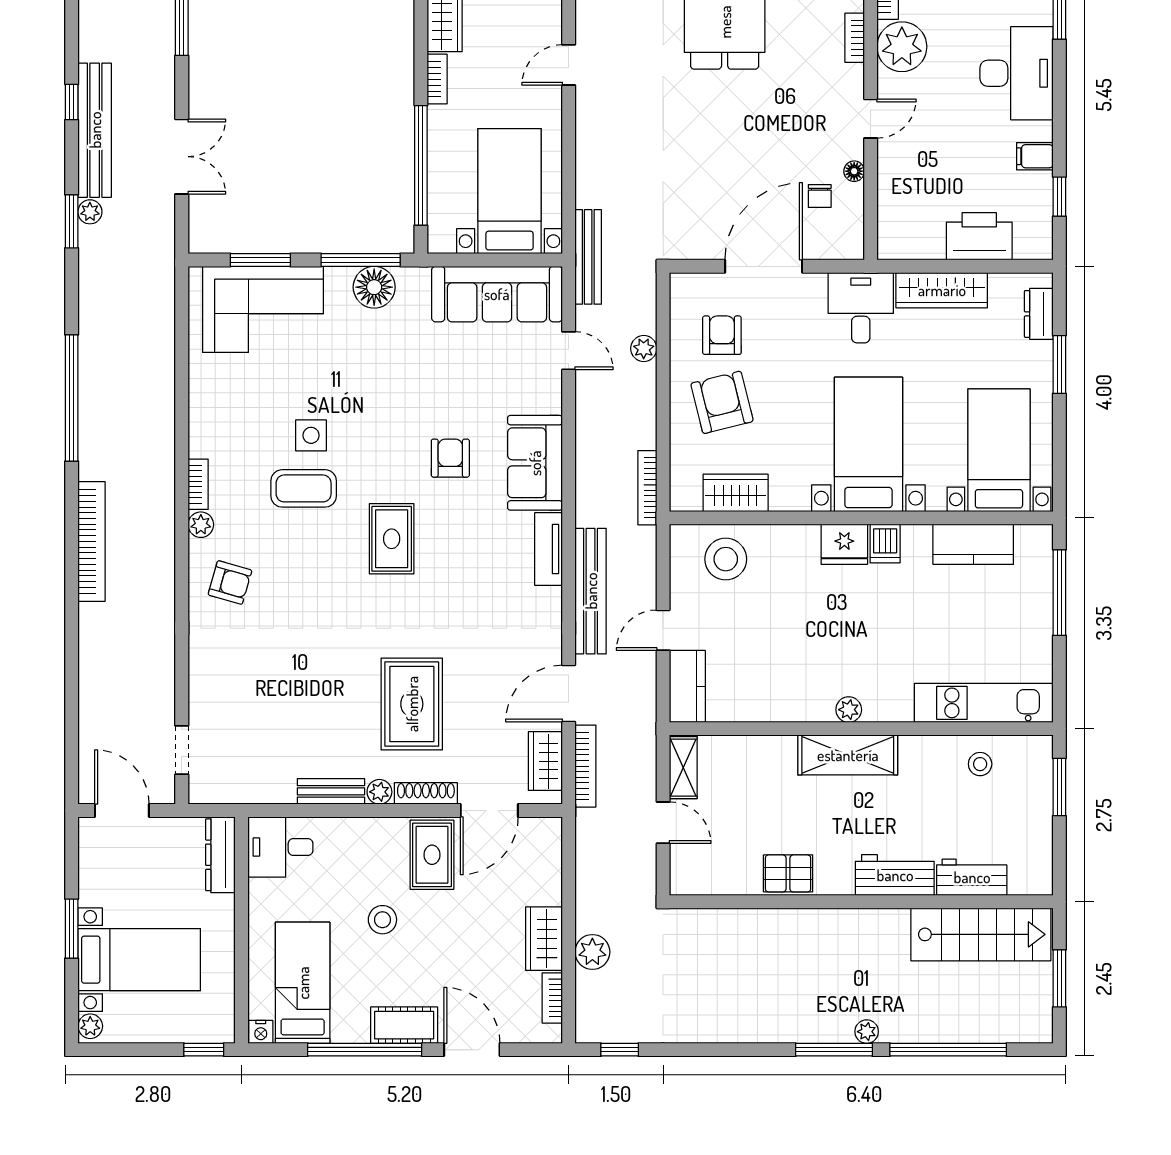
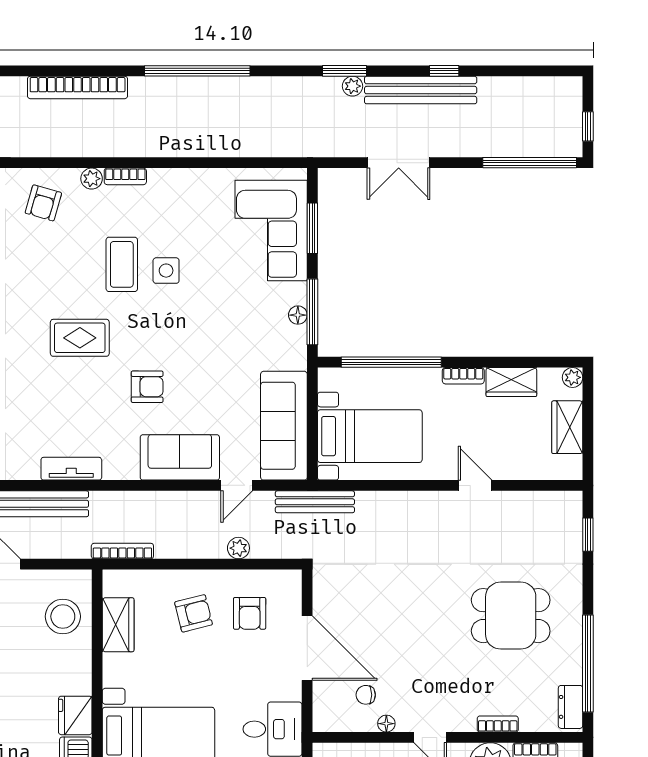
floor lamp: (374, 287) -> (298, 315), width x0.53, depth x0.53
armchair: (722, 335) -> (250, 613), turned 90
armchair: (722, 402) -> (194, 613), width x0.72, depth x0.72
sofa: (535, 463) -> (180, 457), moved

